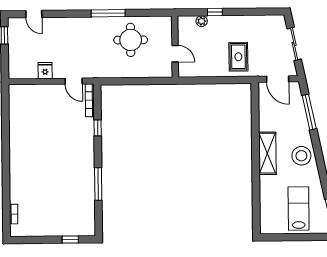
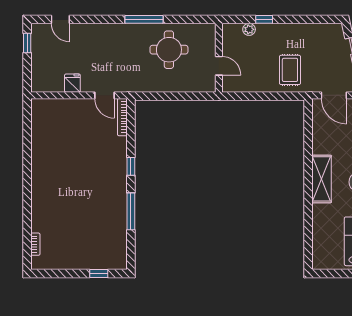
window: (98, 128) -> (131, 166), moved

